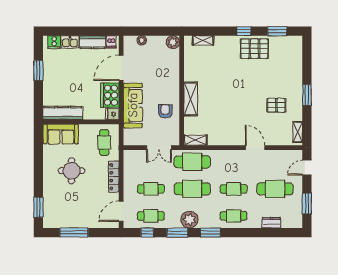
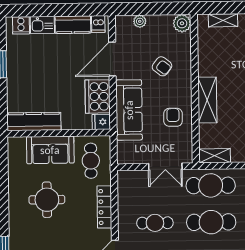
armchair: (158, 74) -> (162, 66), added
sofa: (61, 134) -> (50, 150), moved

